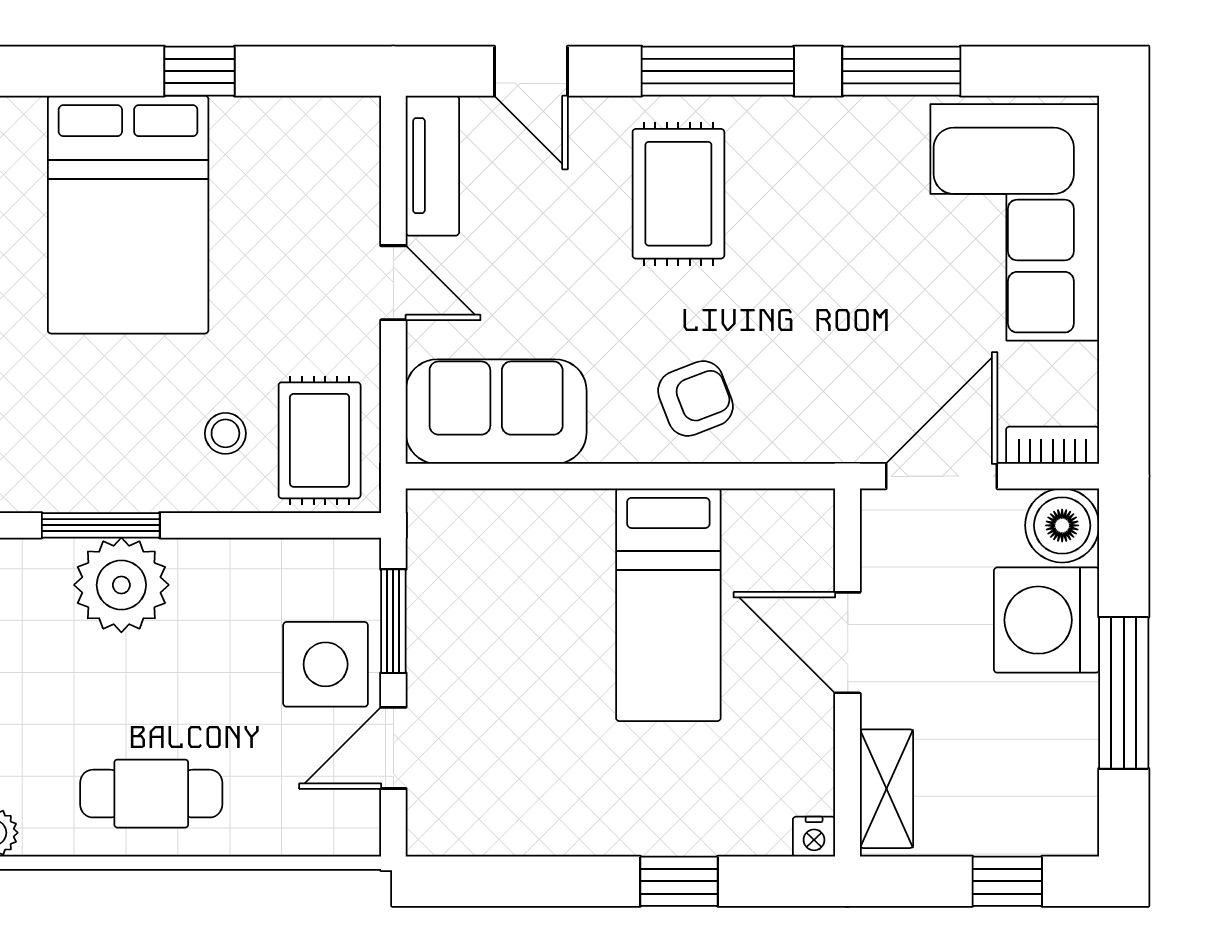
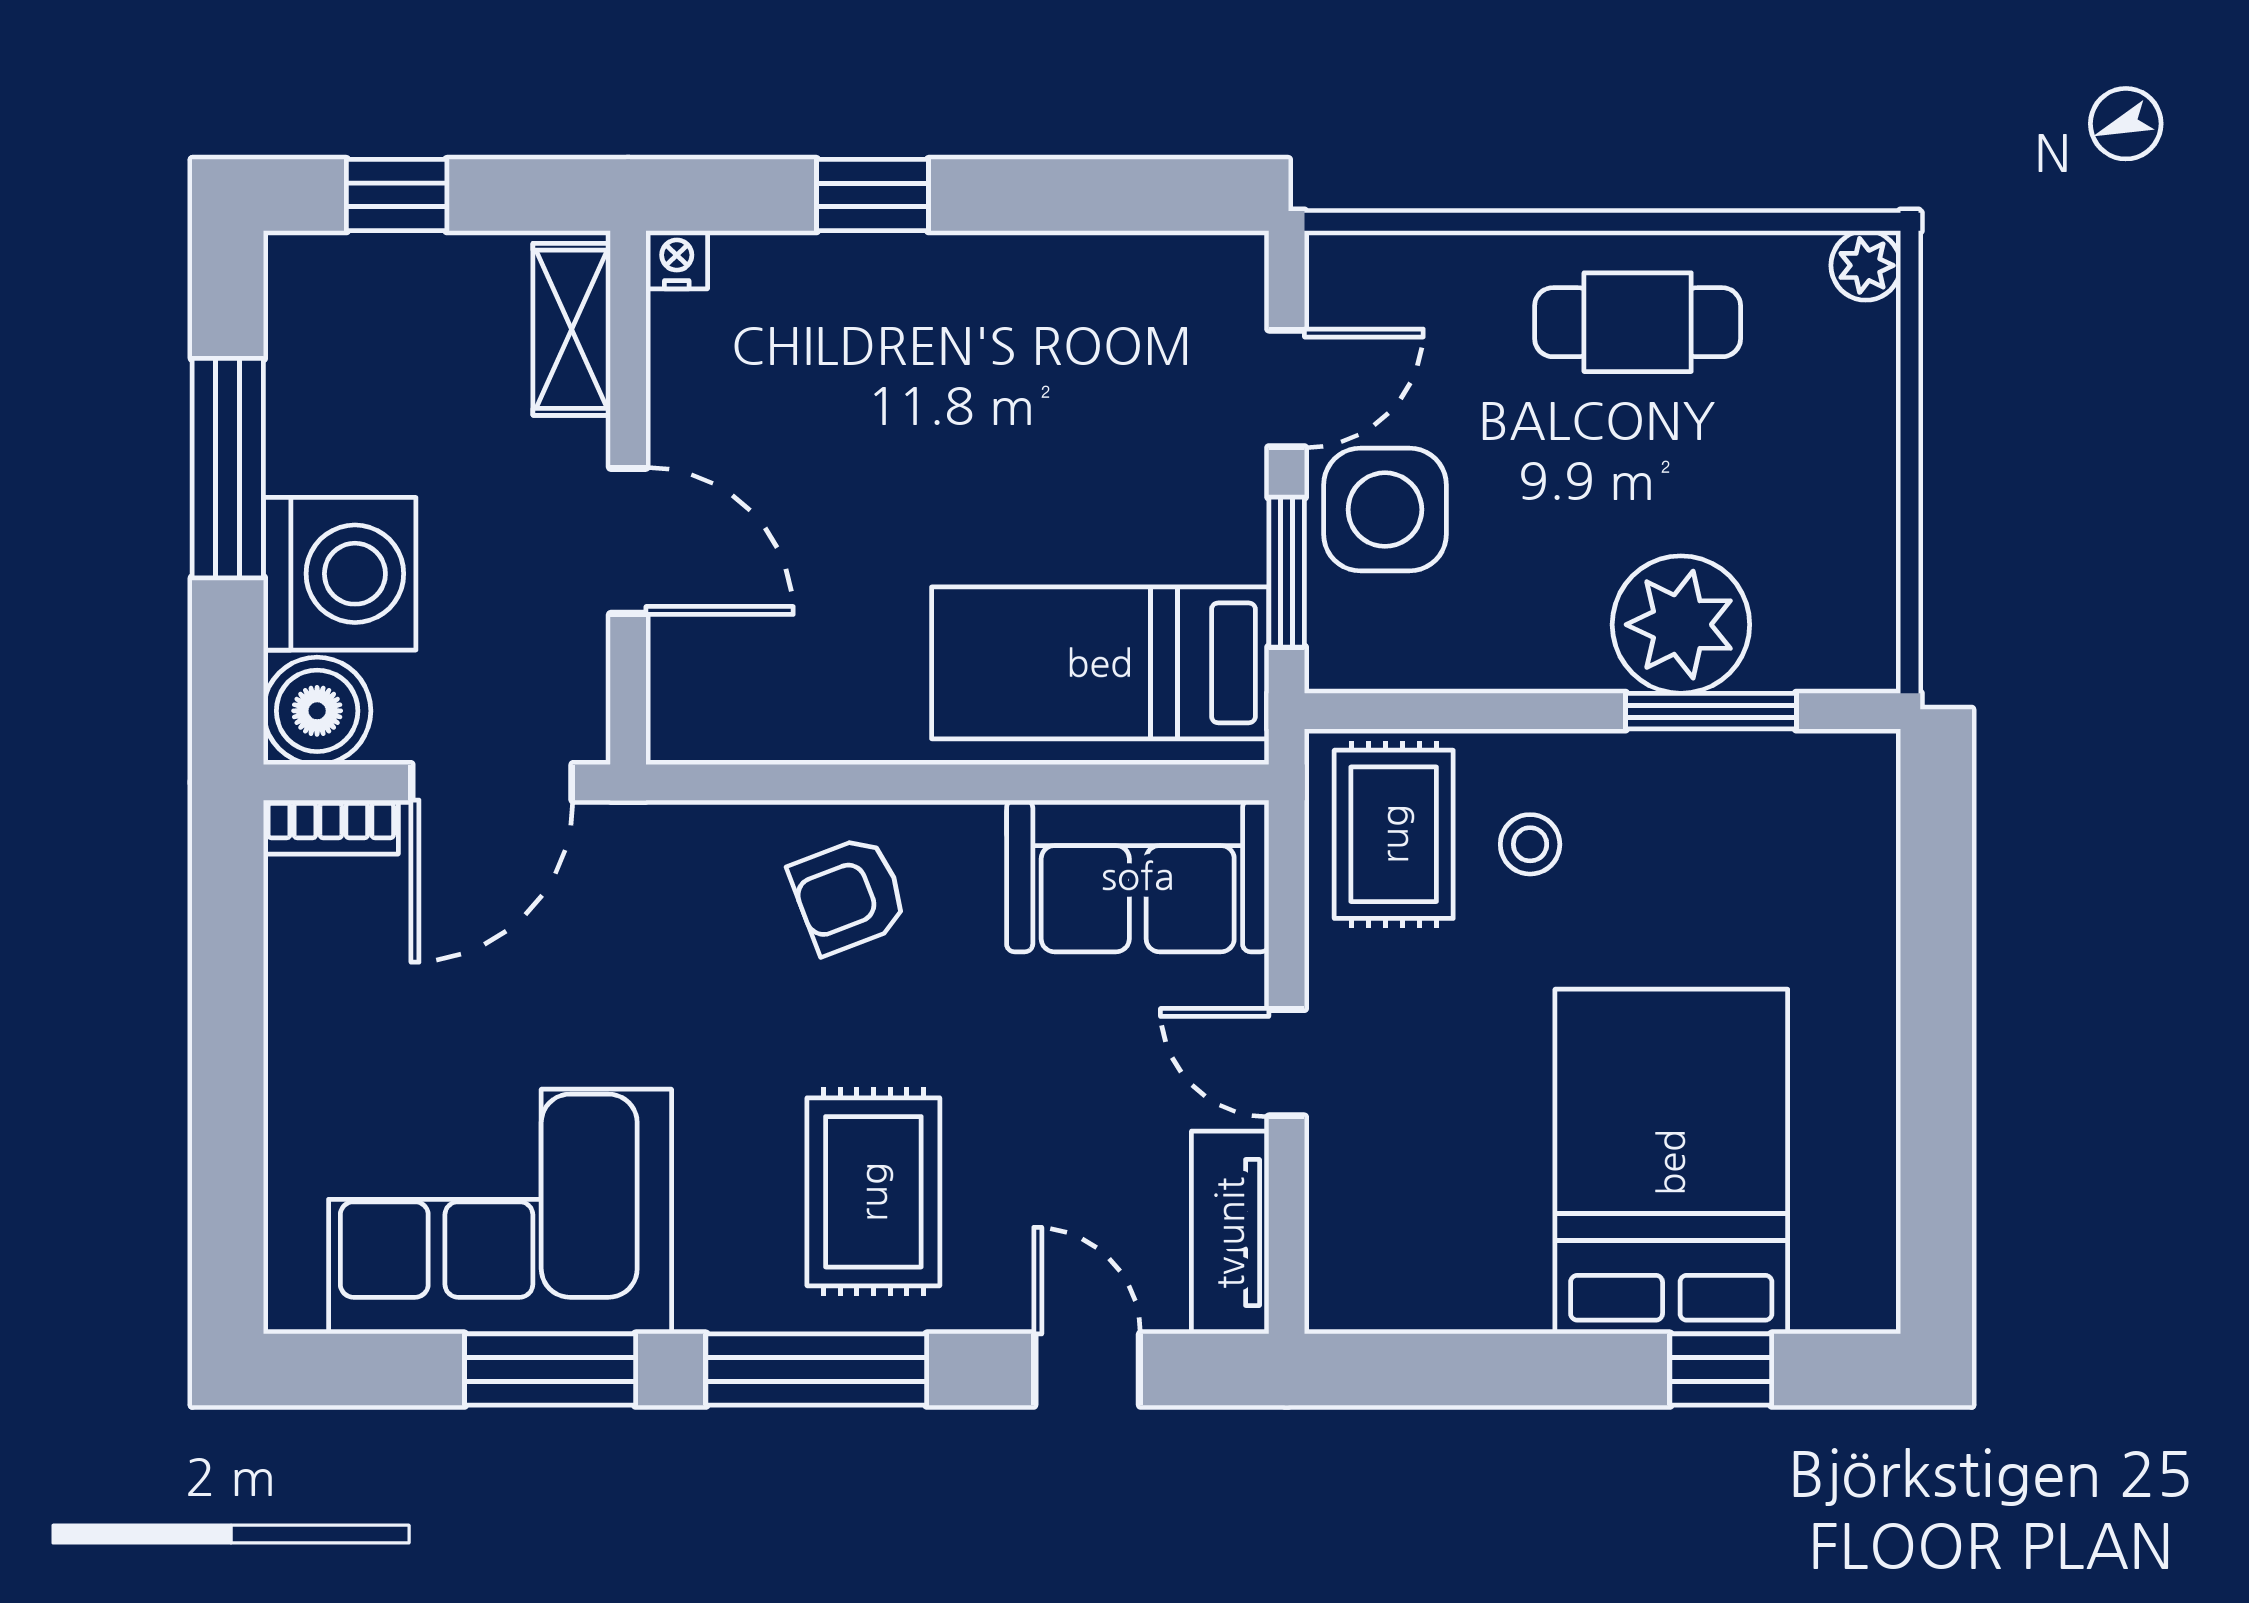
window: (199, 71) -> (1721, 1370), moved
corner sofa: (1015, 222) -> (500, 1212), moved, turned -90
bed: (668, 605) -> (1100, 663), moved, turned -90

